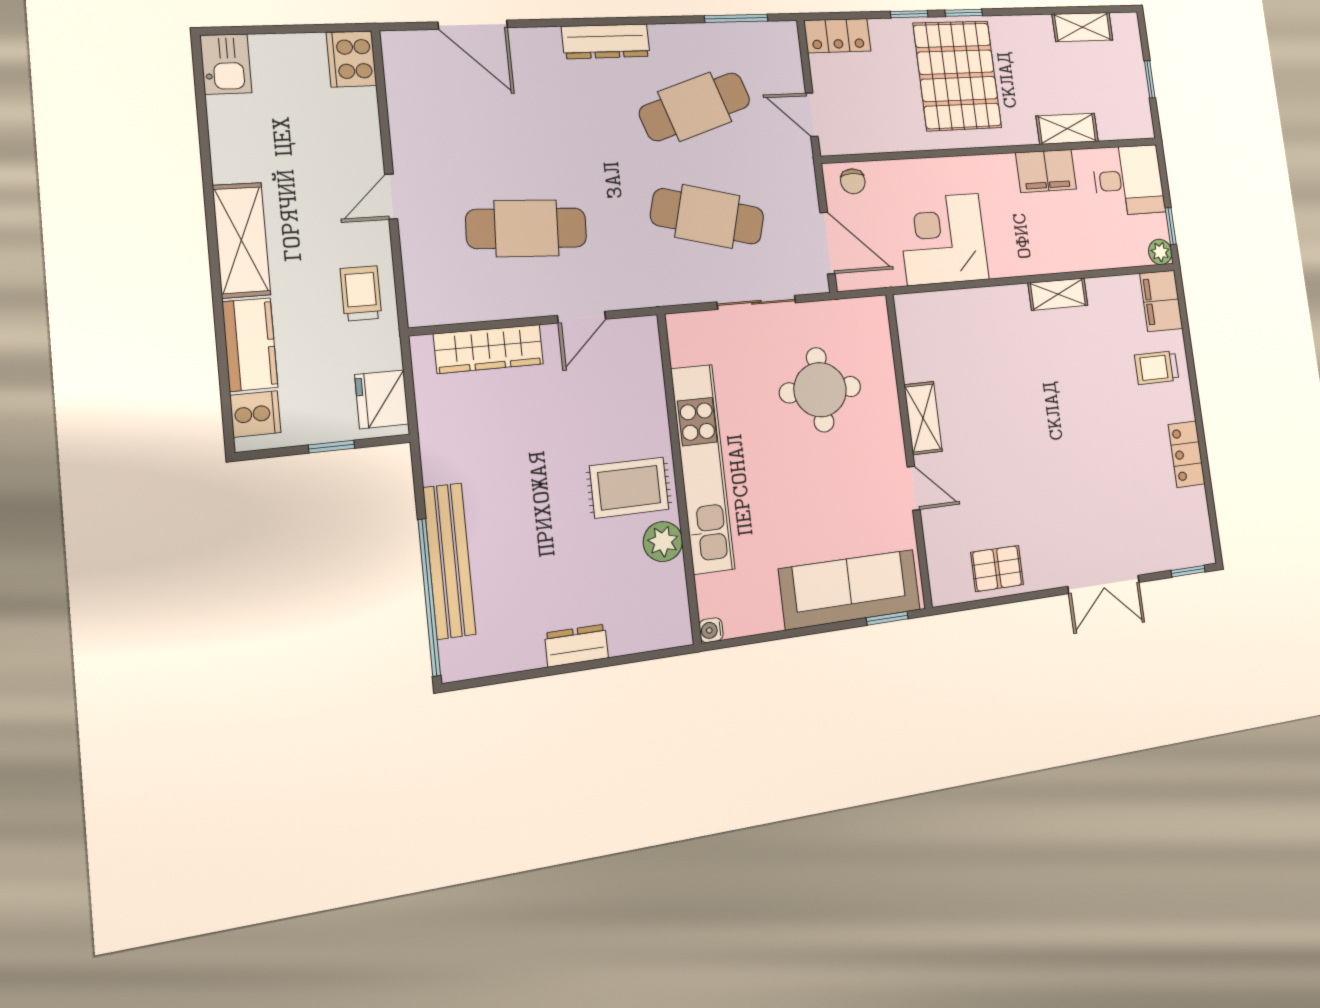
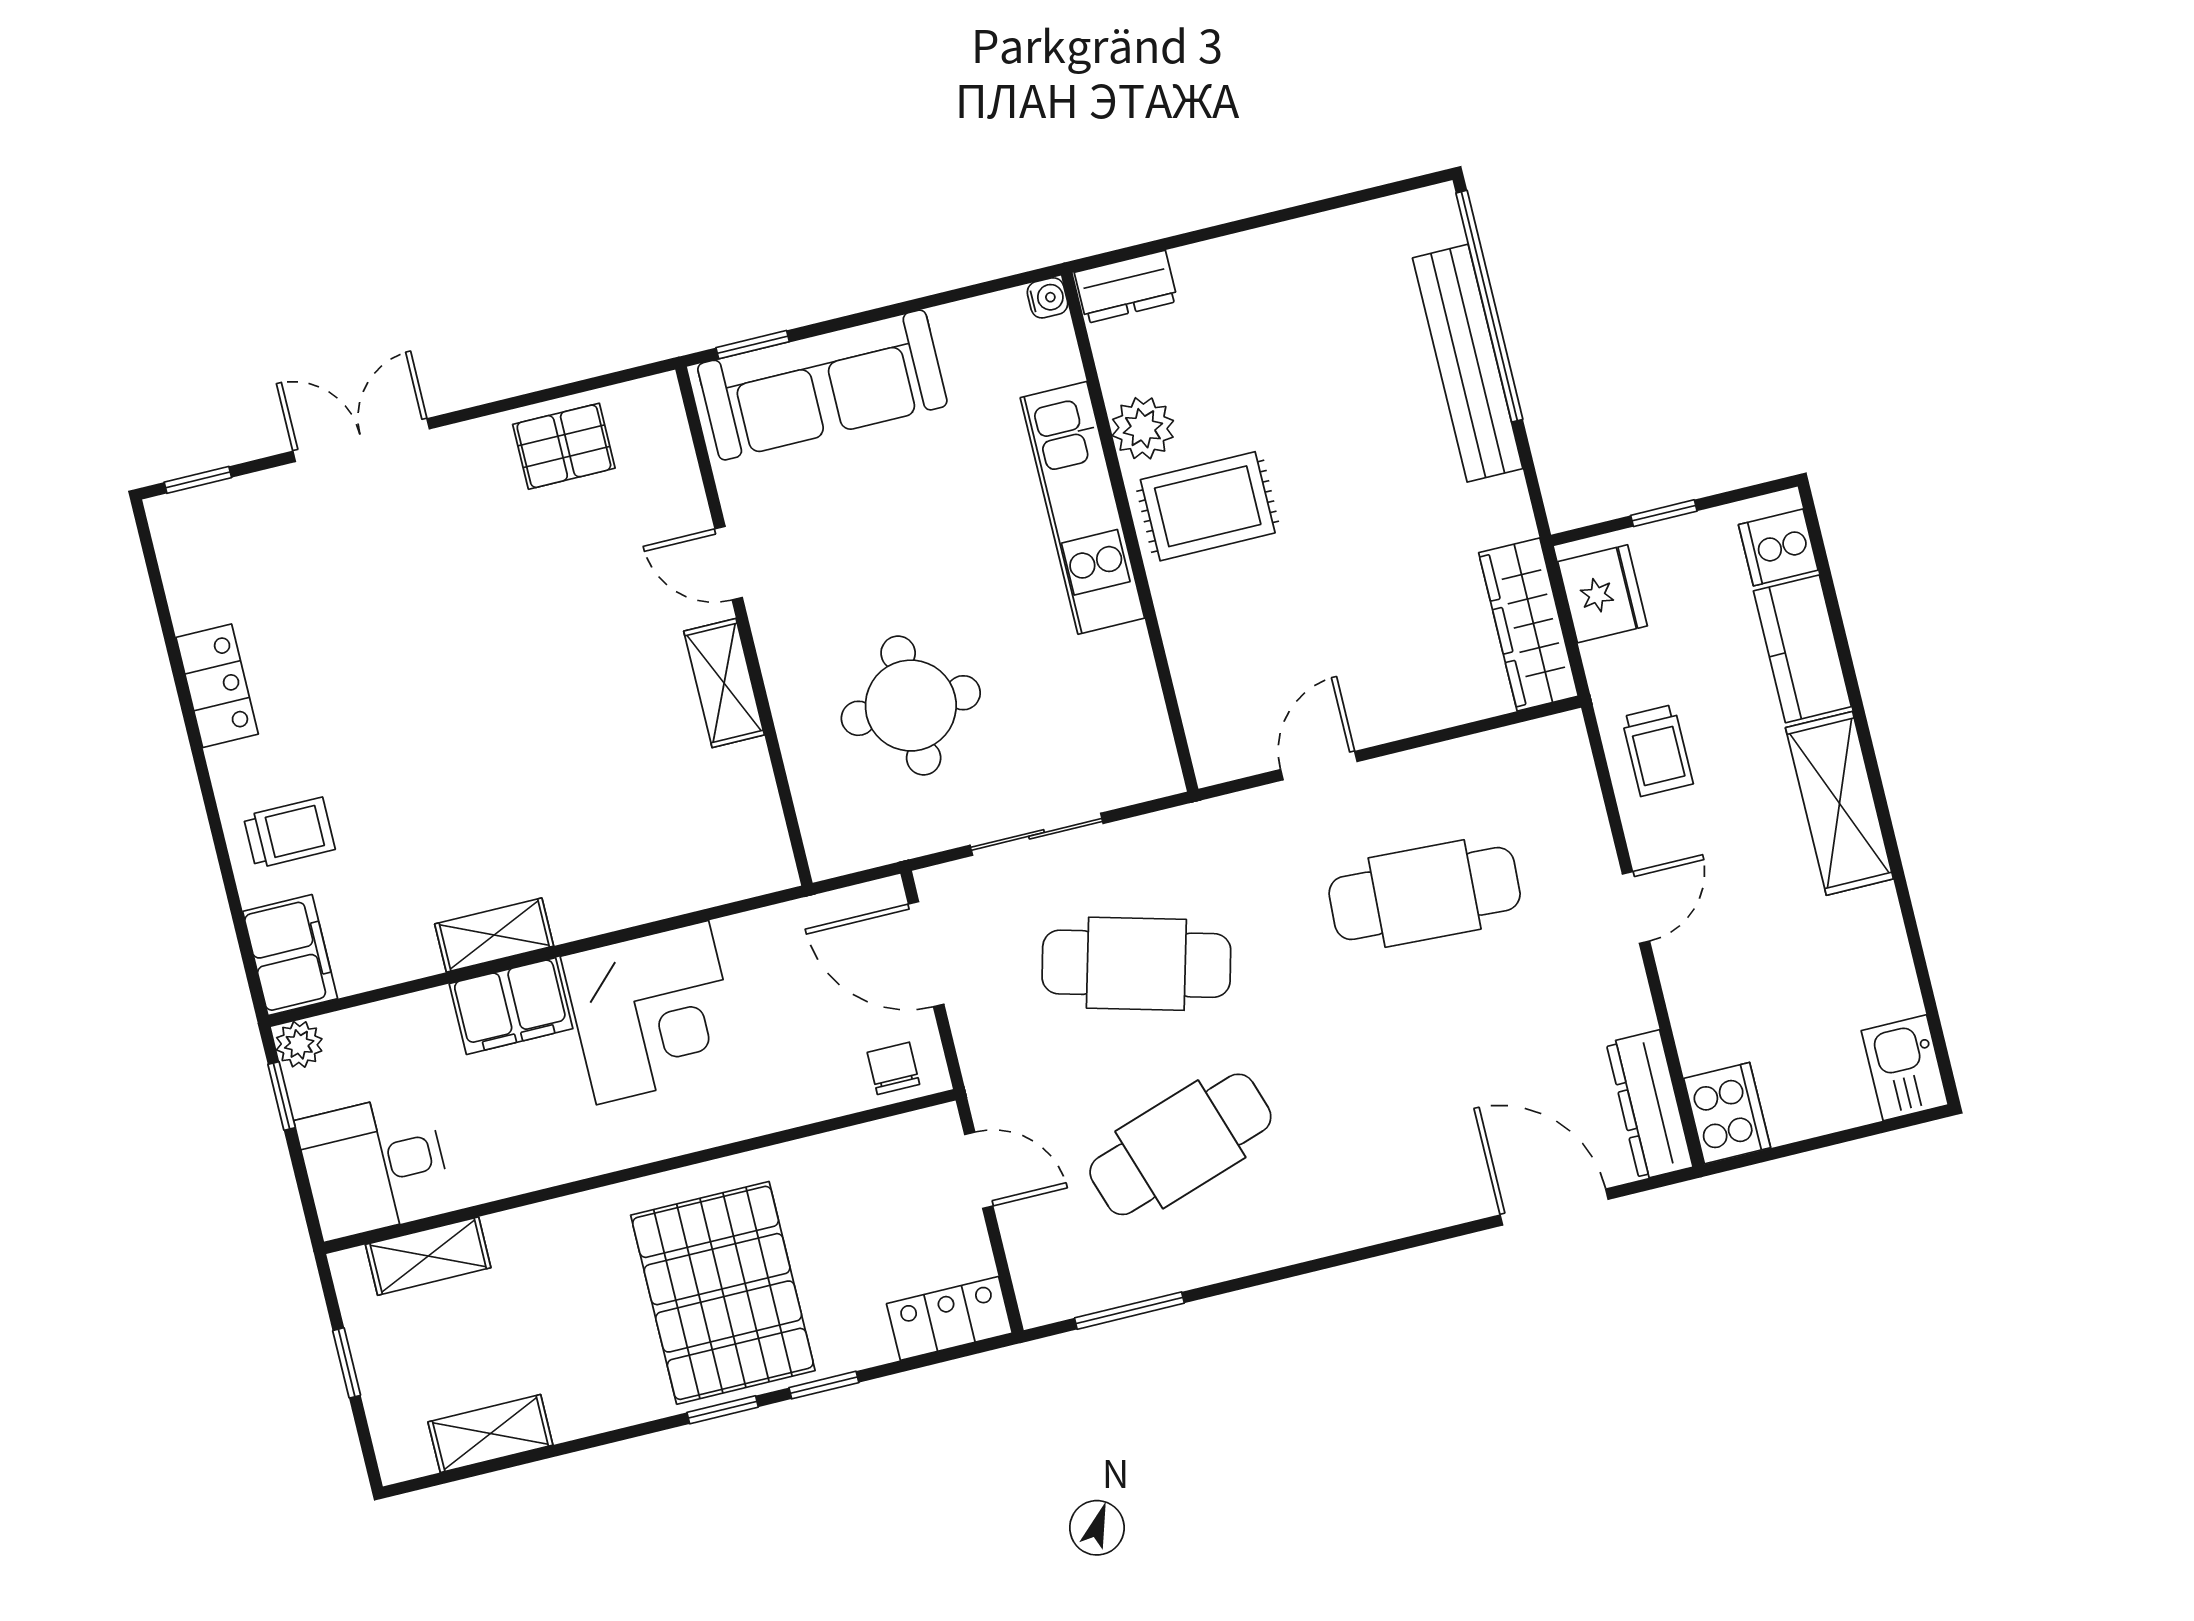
dresser: (606, 41) -> (1650, 1105), moved, turned -90
shelving: (1067, 129) -> (428, 1256), moved
filing cabinet: (1046, 171) -> (511, 1006), moved, turned 180
corner desk: (943, 239) -> (653, 1013), moved
wardrobe: (489, 349) -> (1528, 624), moved, turned -90
kitchen unit: (703, 469) -> (1082, 508), width x0.73
dresser: (577, 646) -> (1126, 287), moved

